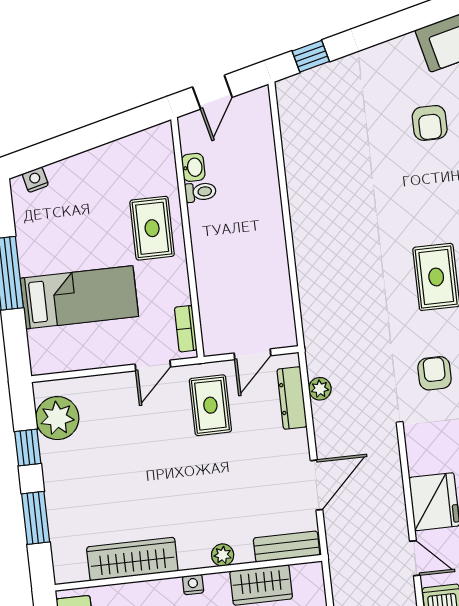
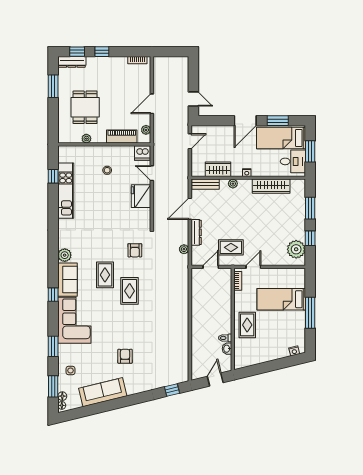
dresser: (292, 398) -> (196, 232), moved
rug: (210, 405) -> (231, 247), turned 90

